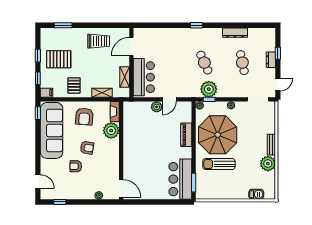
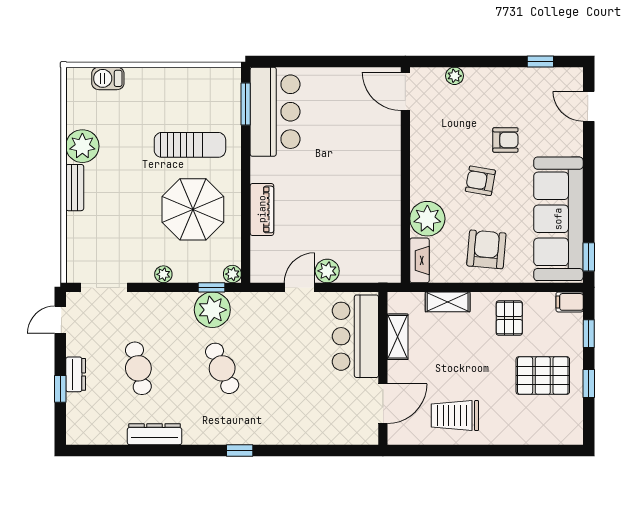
window: (63, 25) -> (533, 450), removed
parasol: (218, 135) -> (193, 209), width x0.73, depth x0.73

